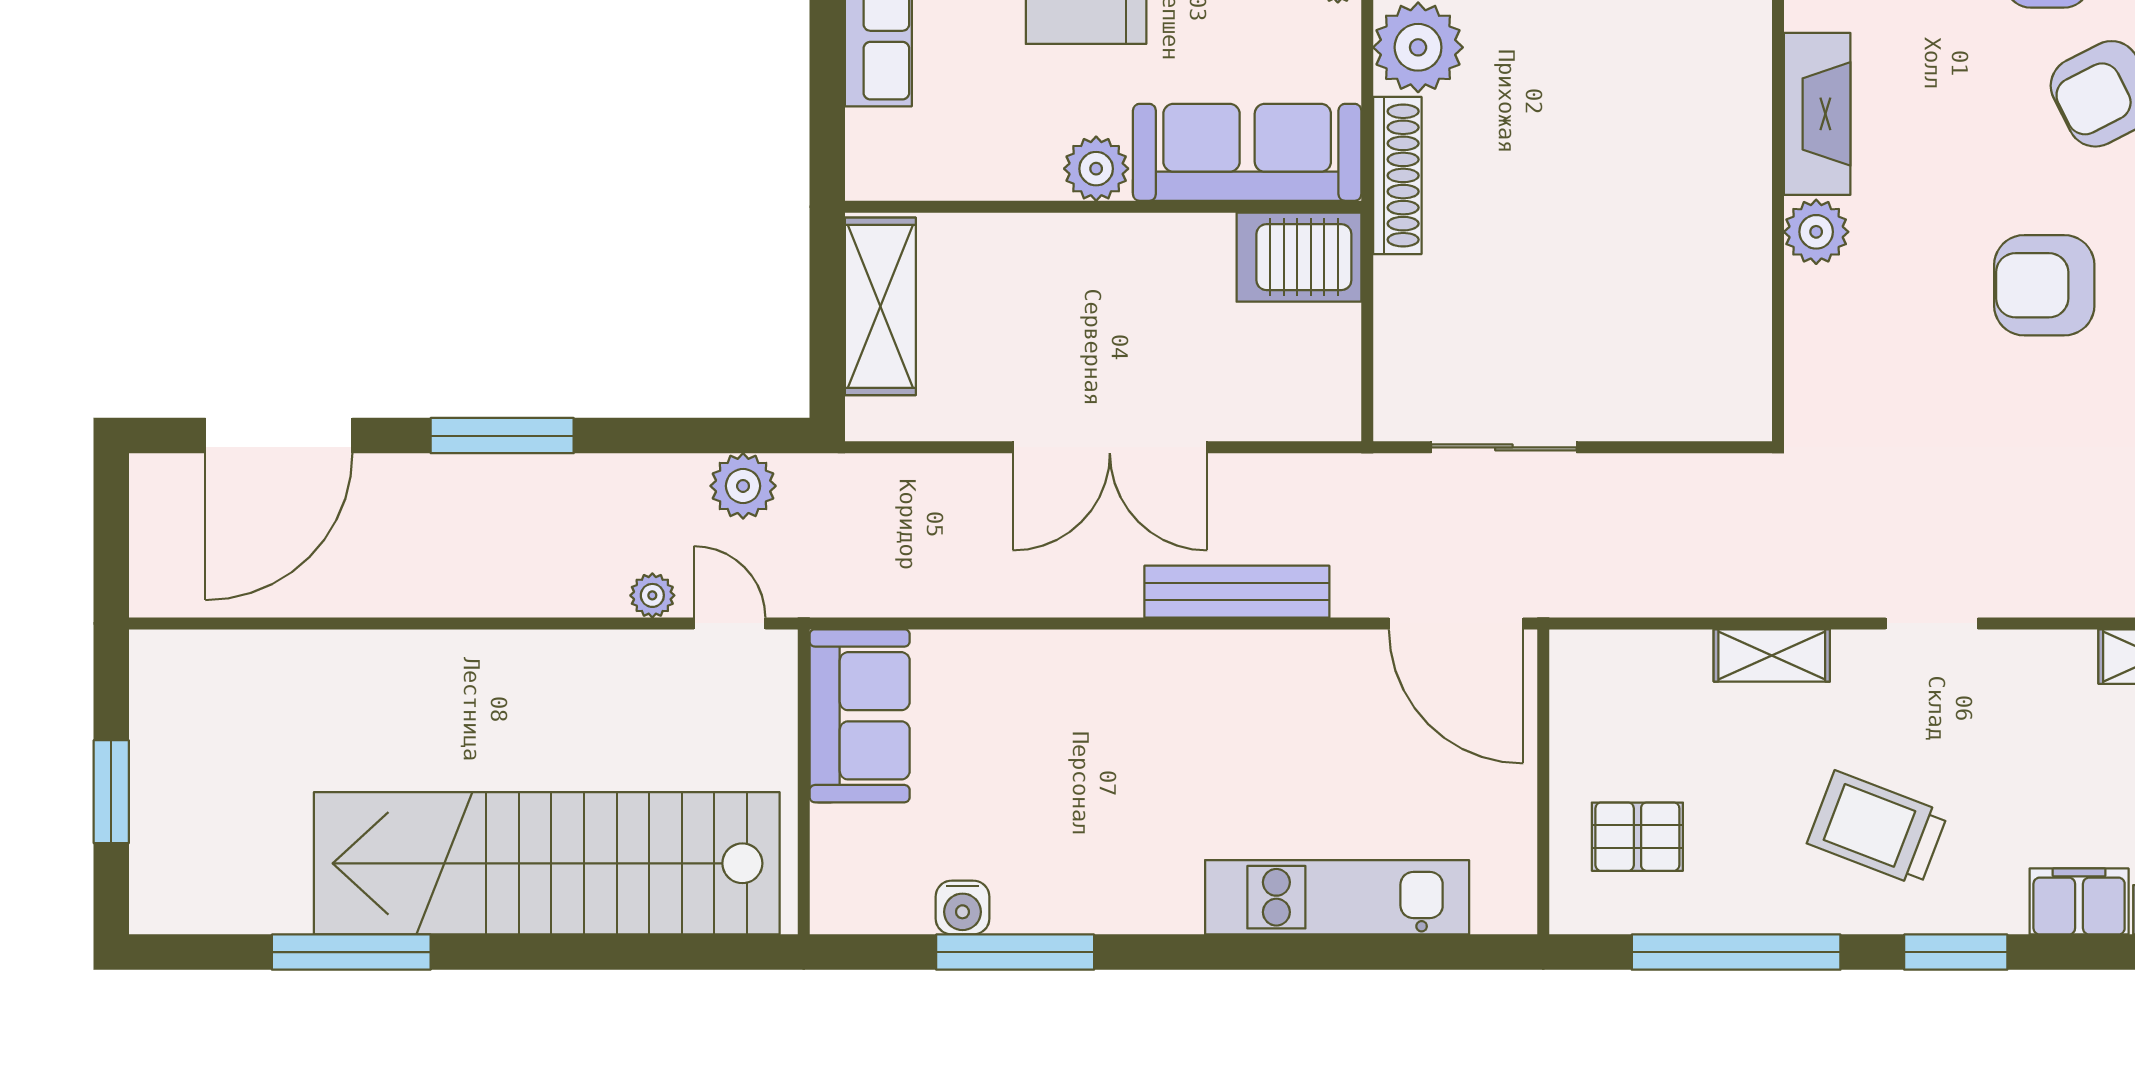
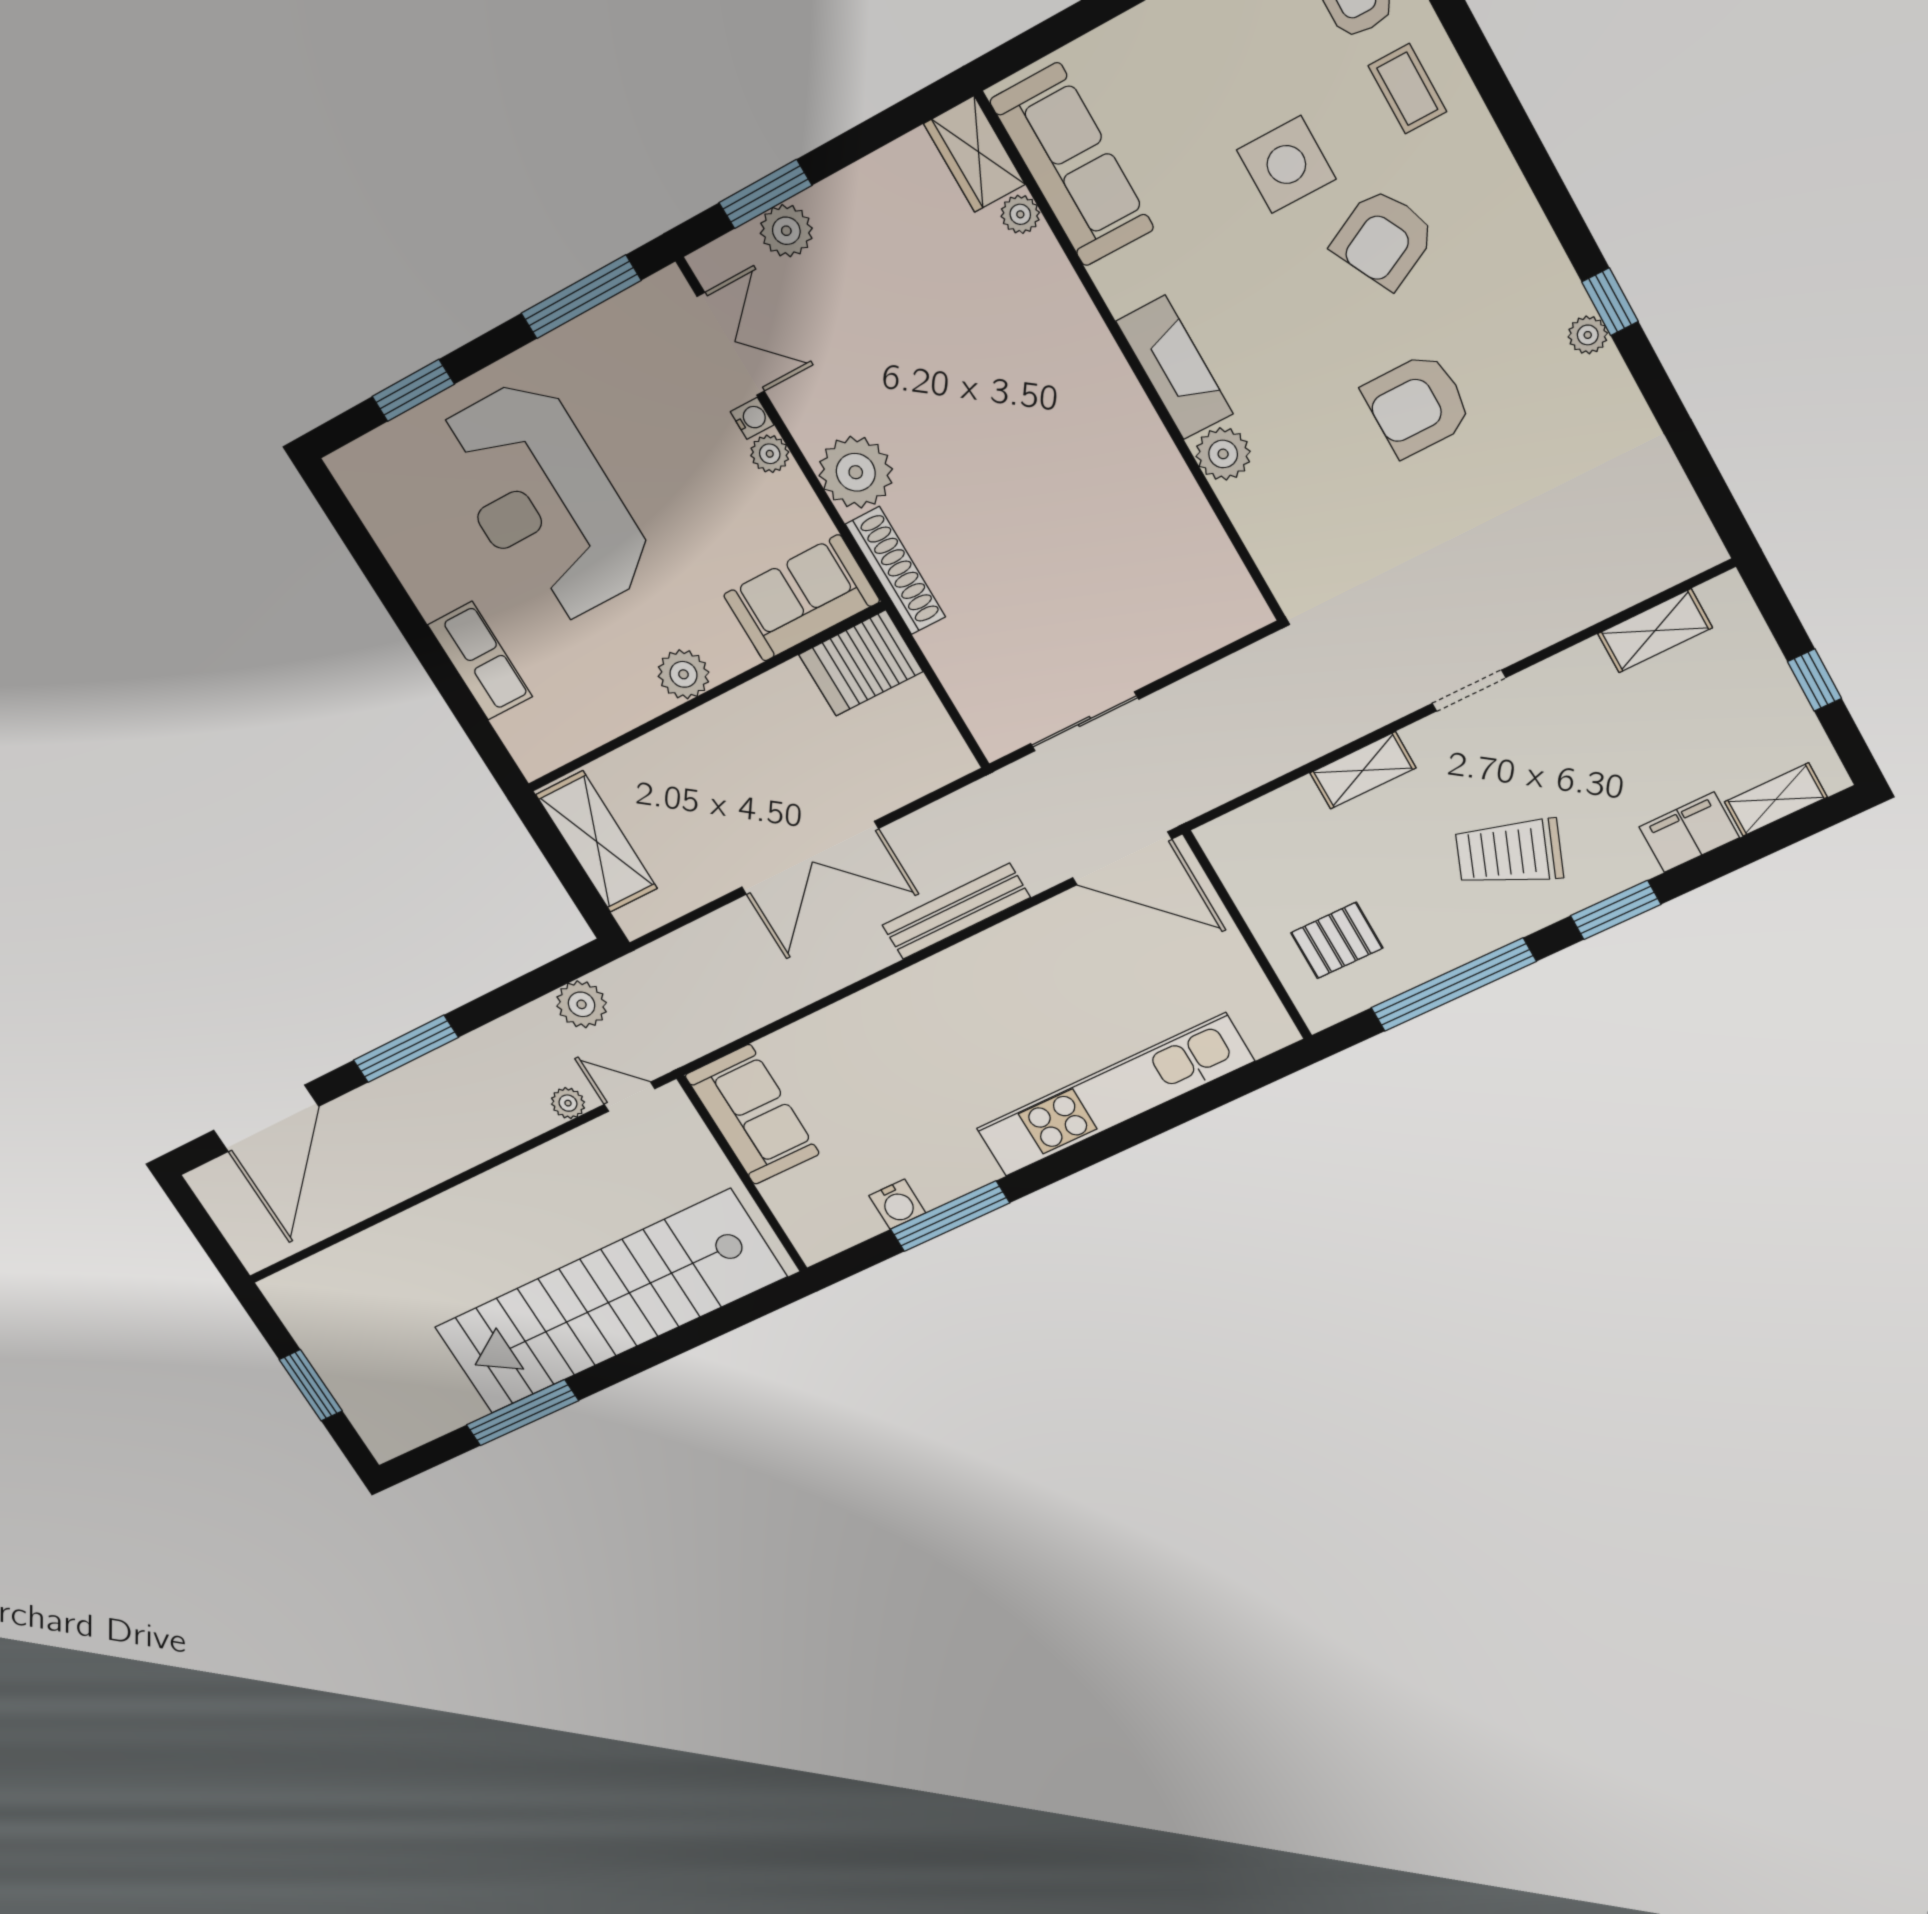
sofa: (1247, 152) -> (802, 598), width x0.73
kitchen unit: (1337, 897) -> (1115, 1095), width x1.36

